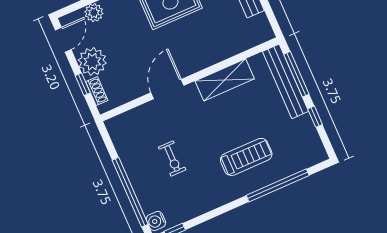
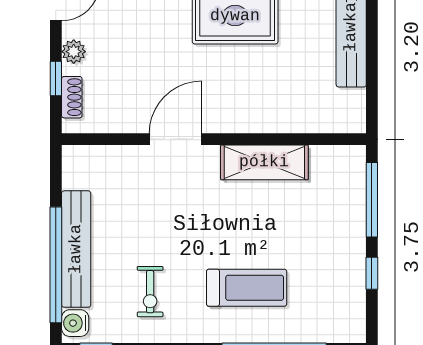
plant: (92, 62) -> (74, 52), width x0.53, depth x0.53
bench: (286, 81) -> (76, 249), moved
exercise bike: (172, 158) -> (150, 292), moved

